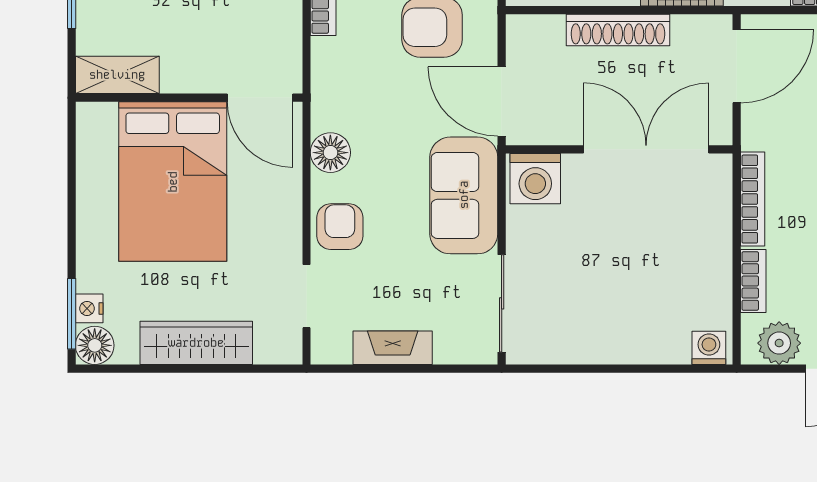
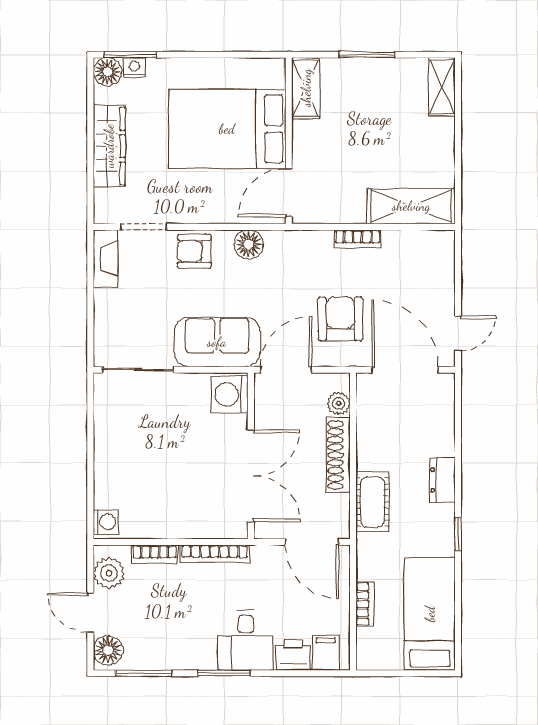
plant: (547, 30) -> (339, 403), added
armchair: (340, 227) -> (194, 251), turned 180
fireplace: (393, 348) -> (106, 259), moved

